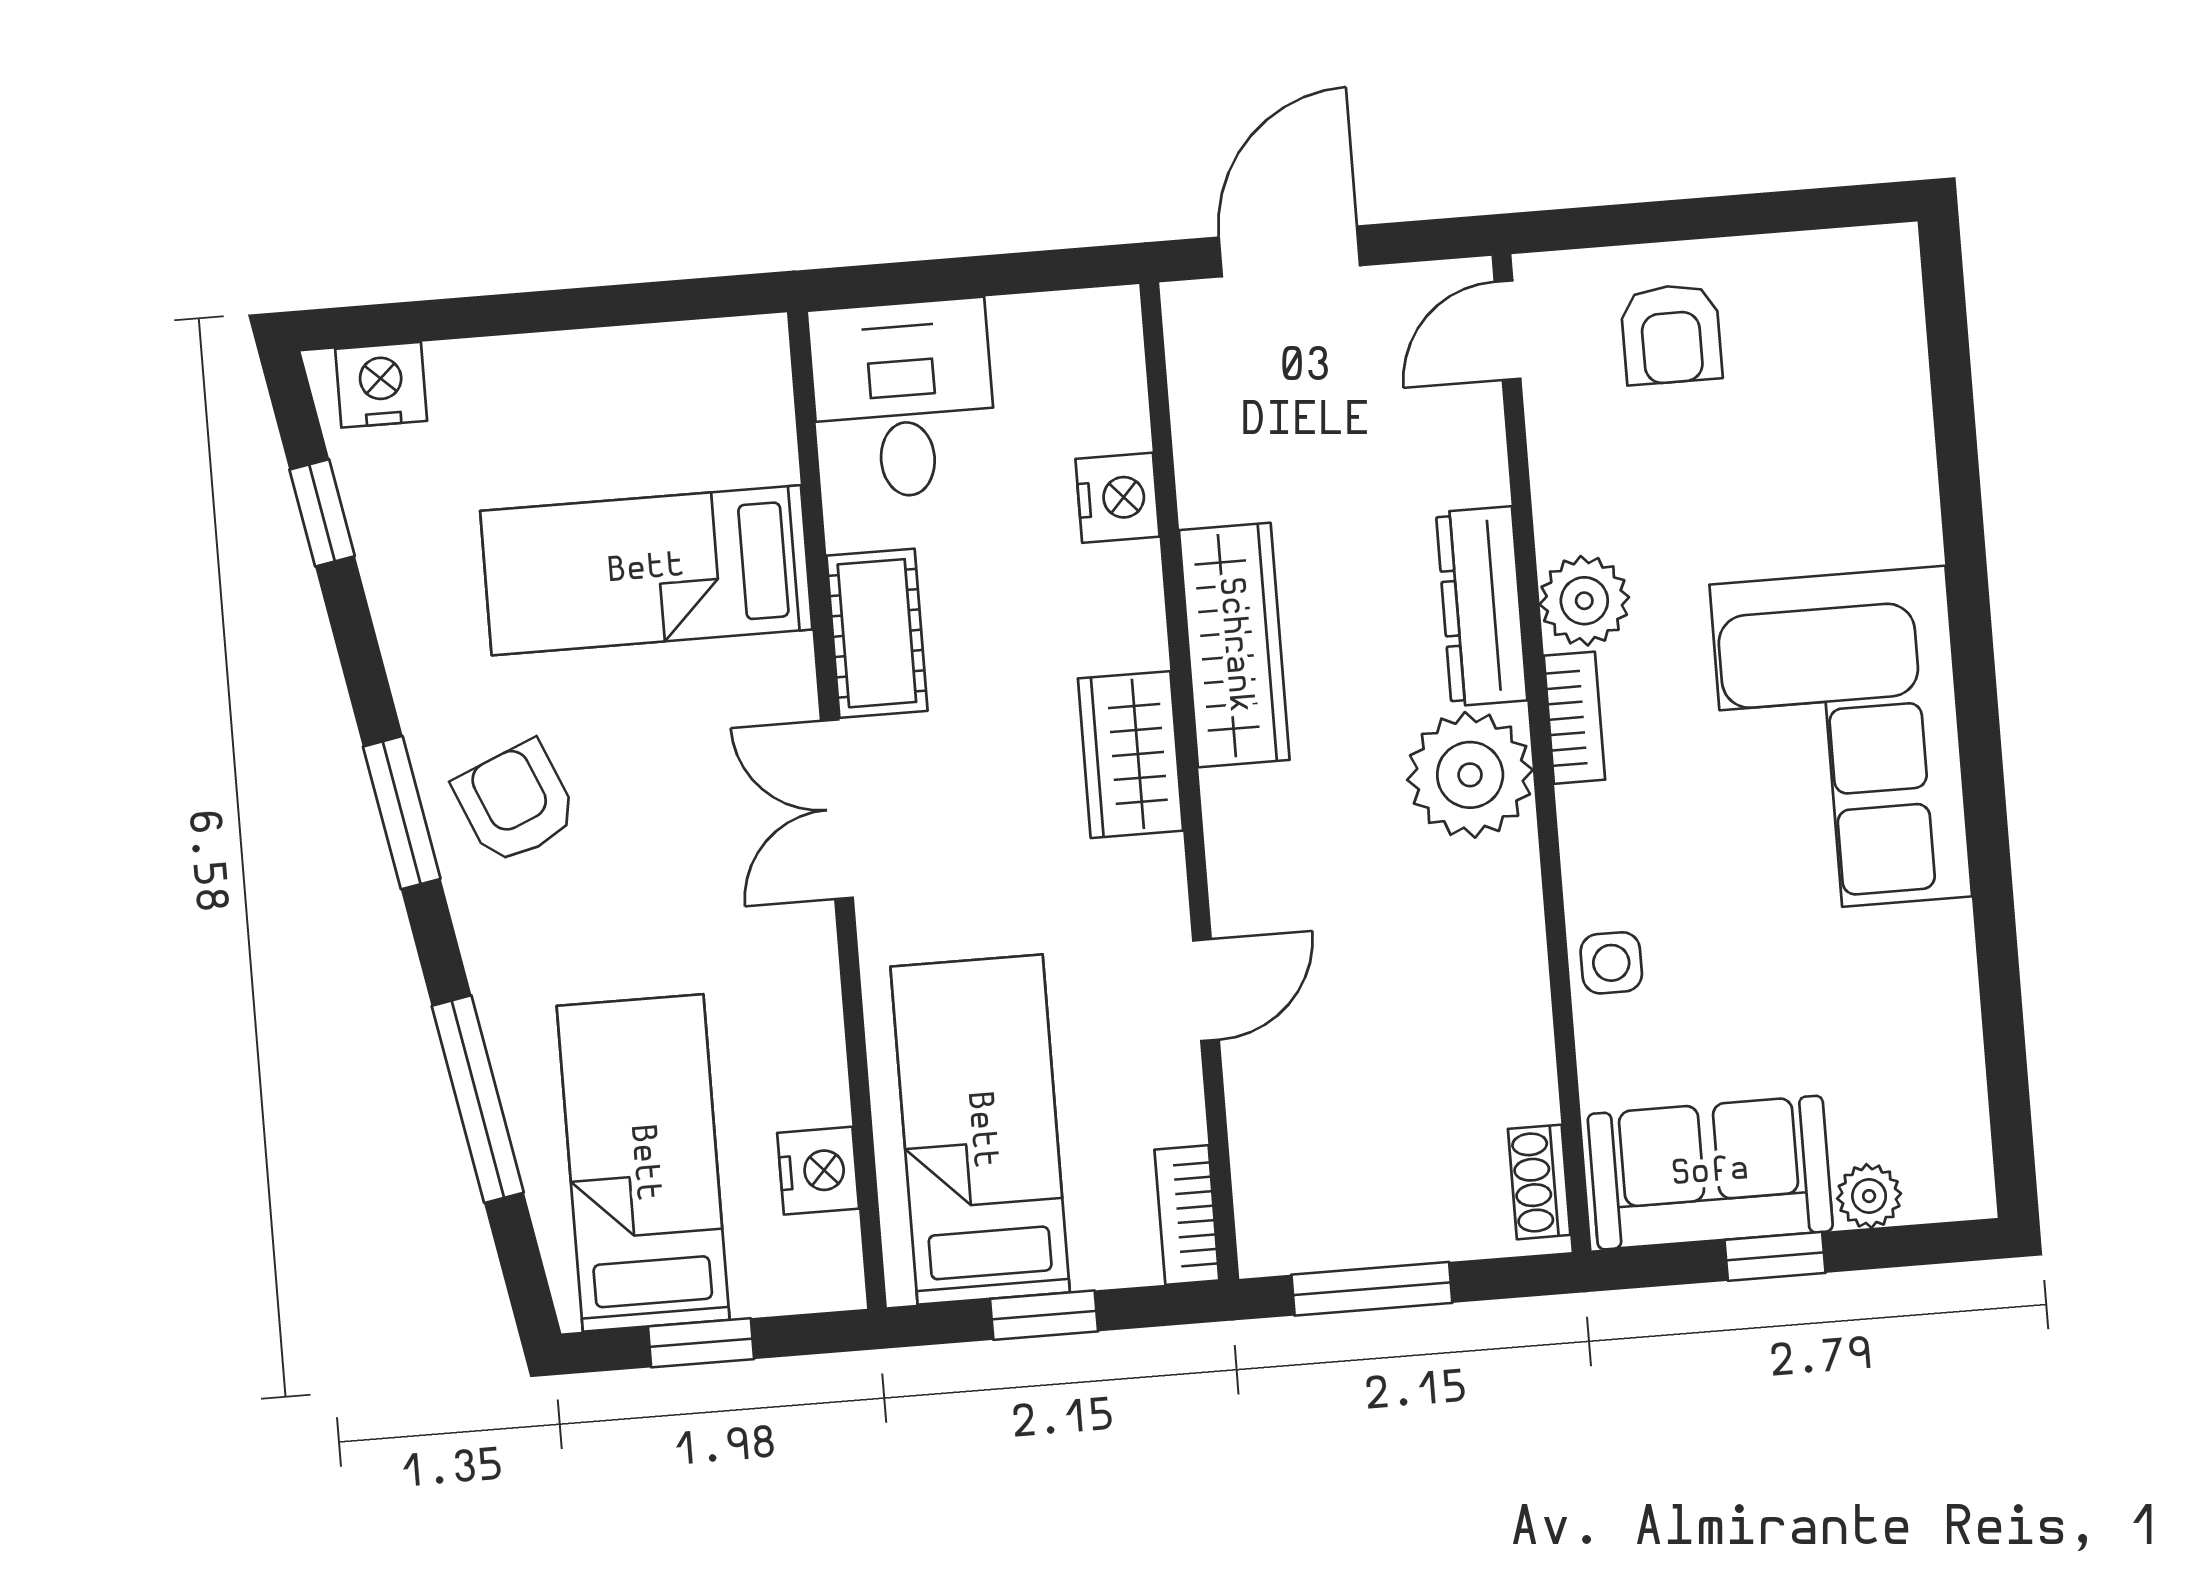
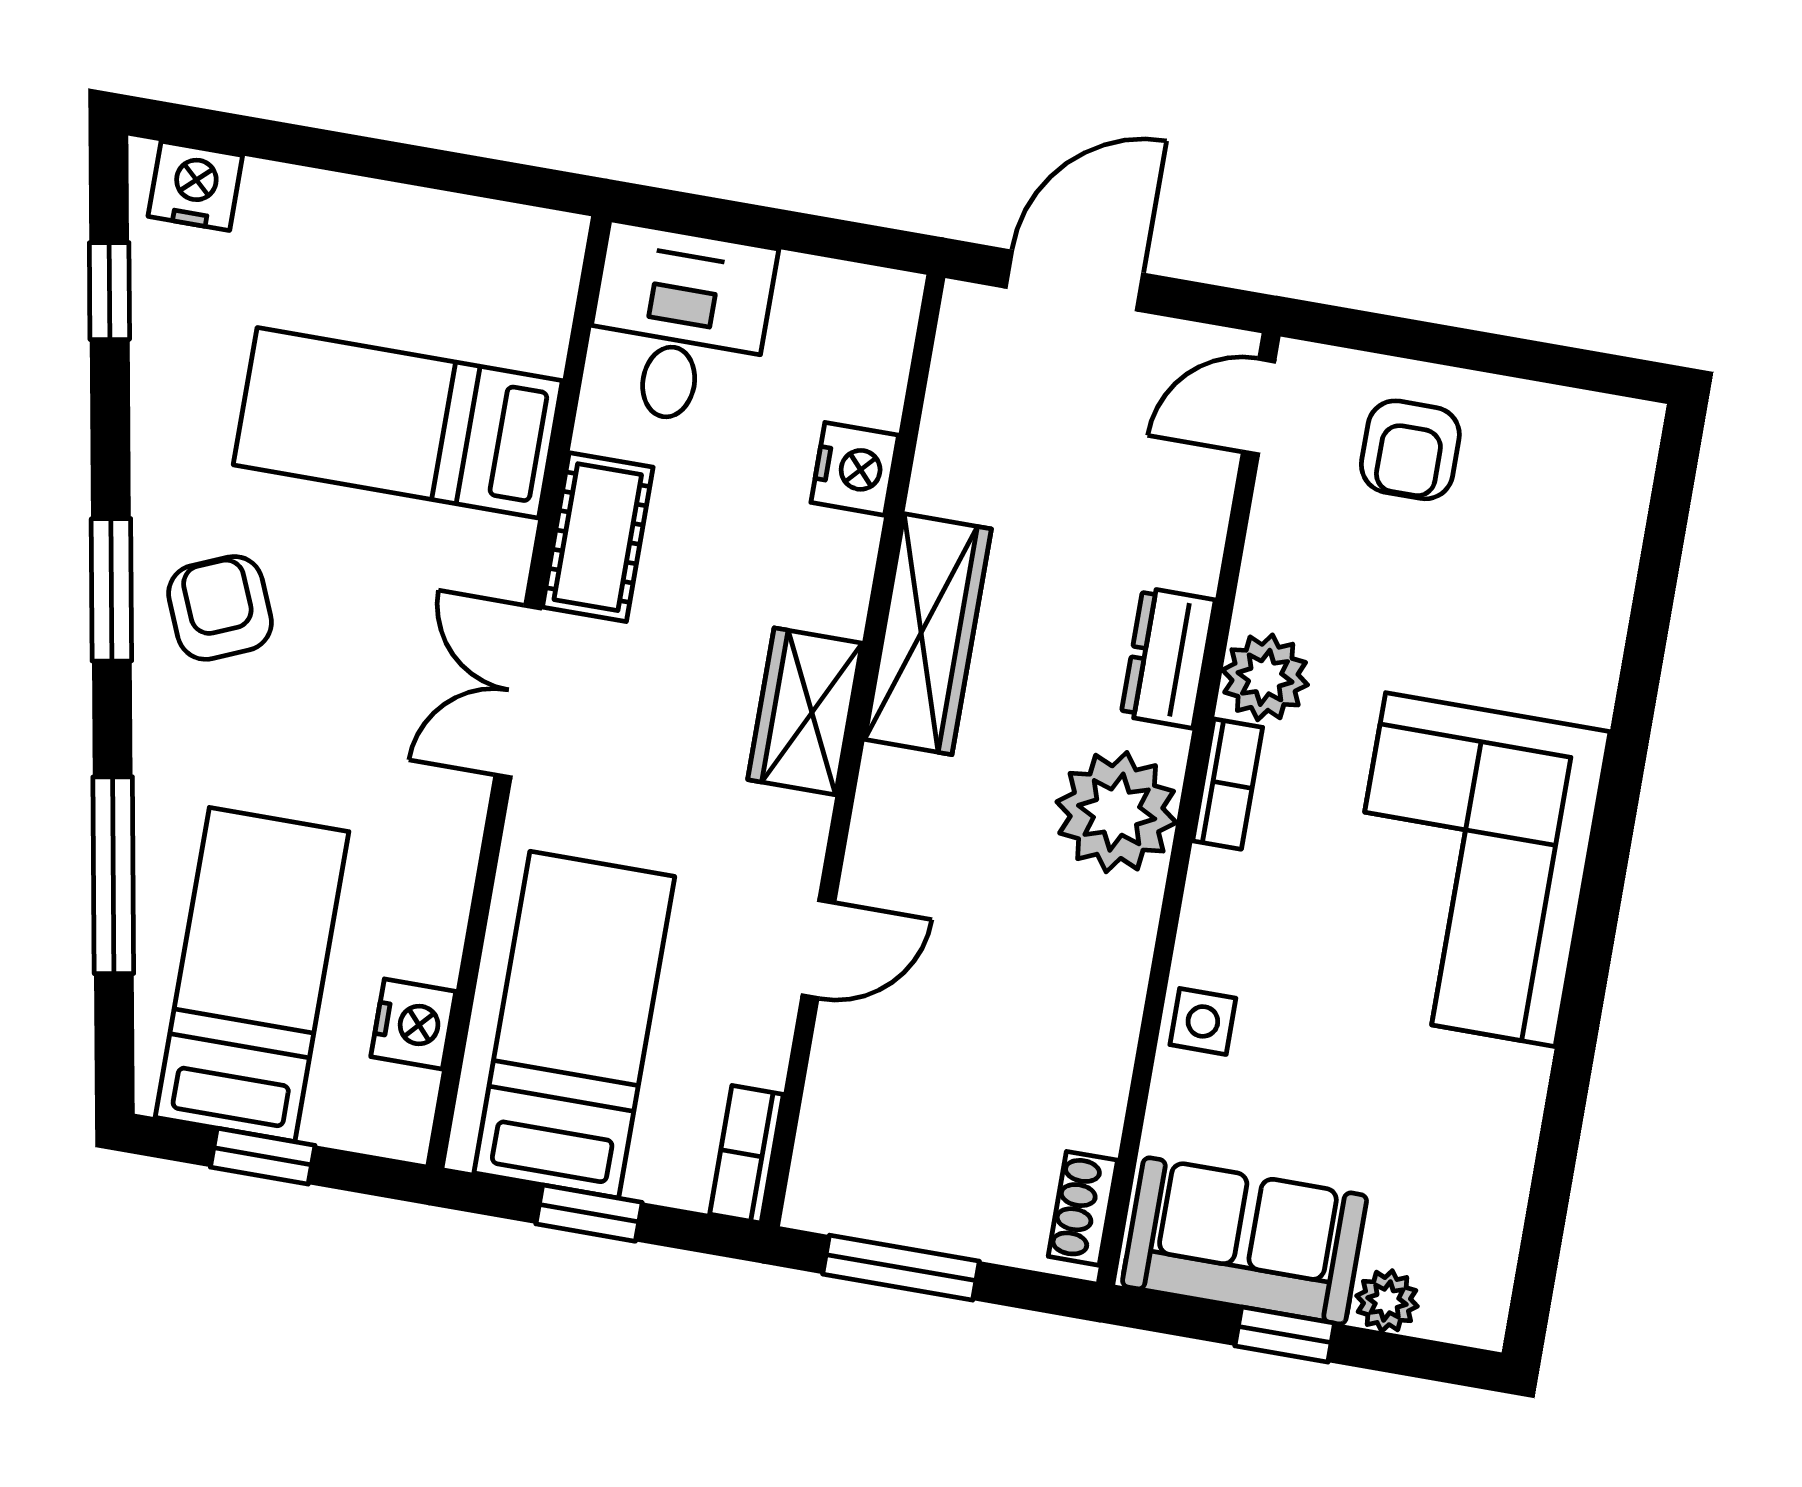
dresser: (1482, 606) -> (1168, 658), width x0.70

